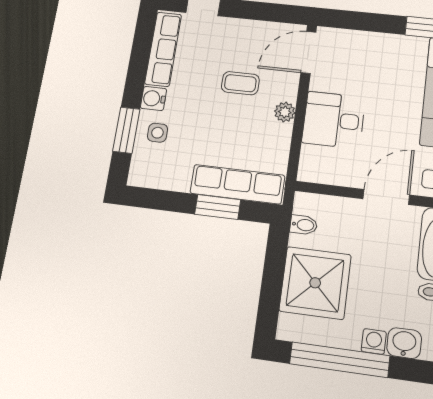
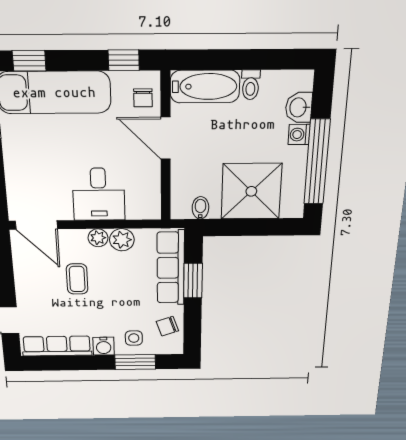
plant: (279, 136) -> (122, 240), added
chair: (166, 172) -> (167, 326), added

